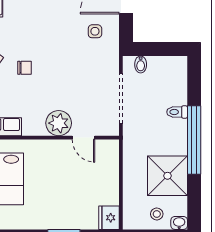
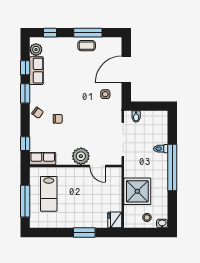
shower: (168, 176) -> (137, 191), moved

